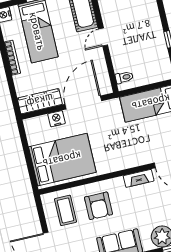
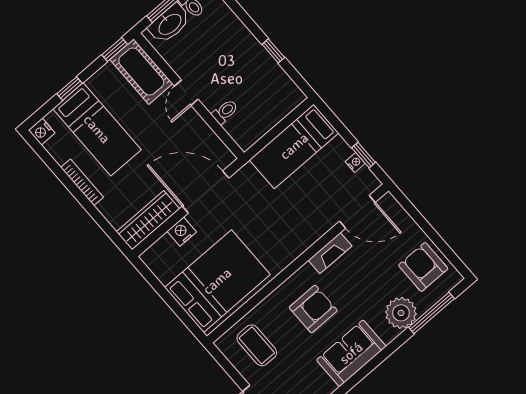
toilet: (124, 77) -> (225, 112), moved
door: (83, 102) -> (206, 192), hinge flipped
armchair: (99, 206) -> (313, 309), moved, turned -90

